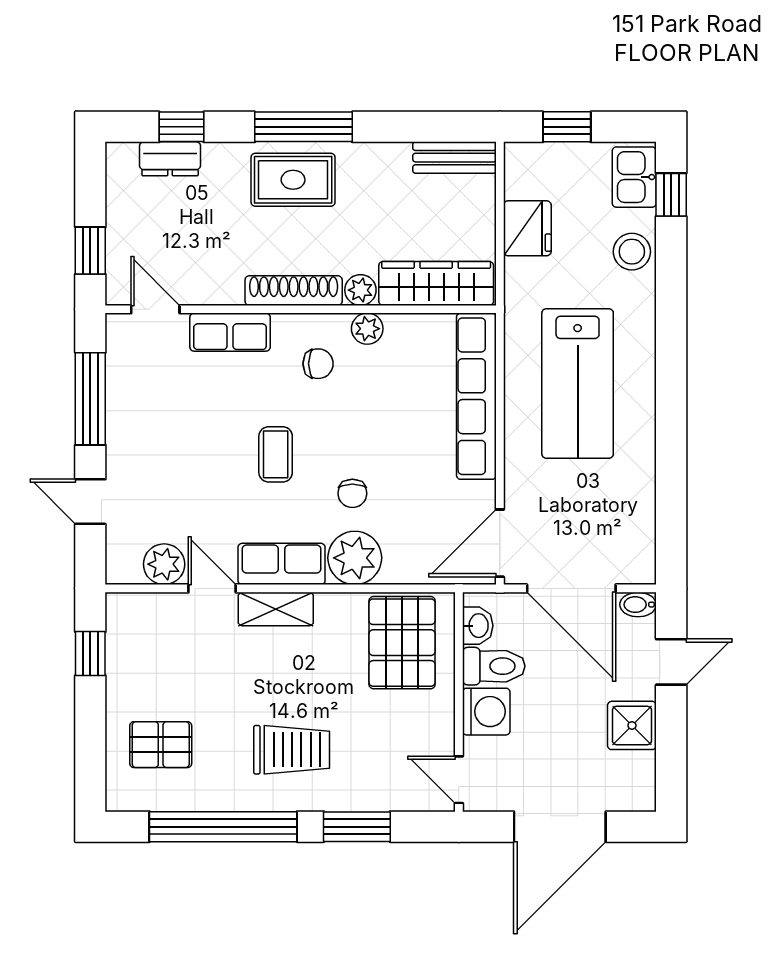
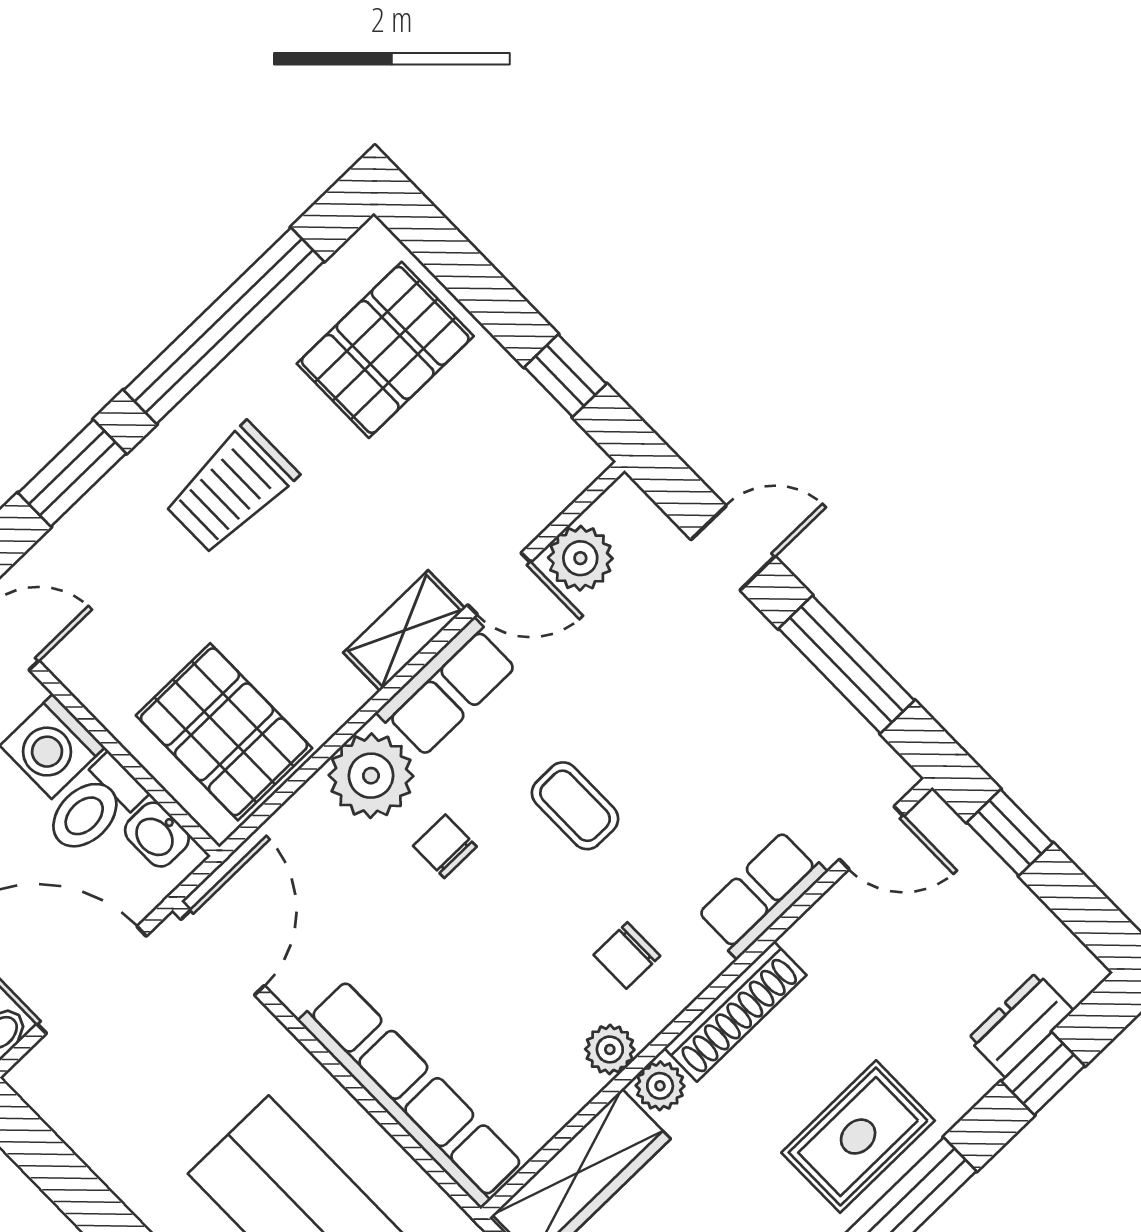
pallet: (161, 745) -> (385, 350), width x1.50, depth x1.42

